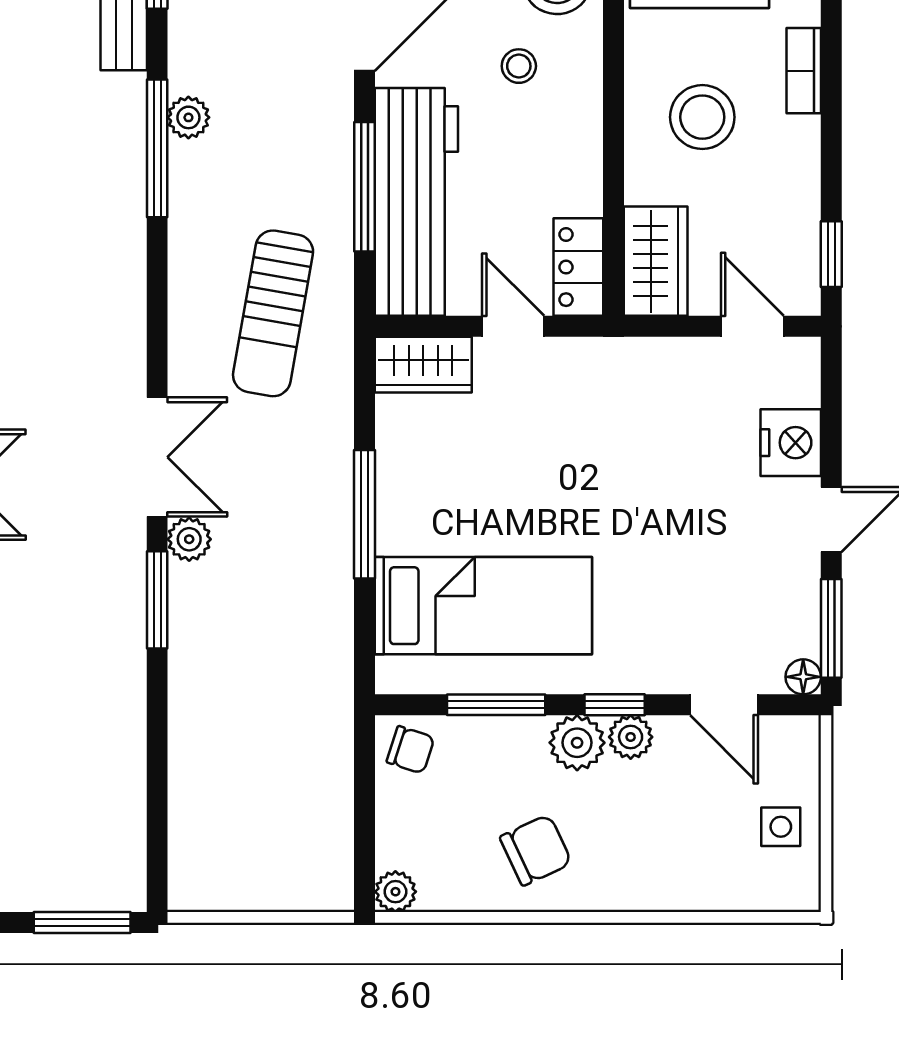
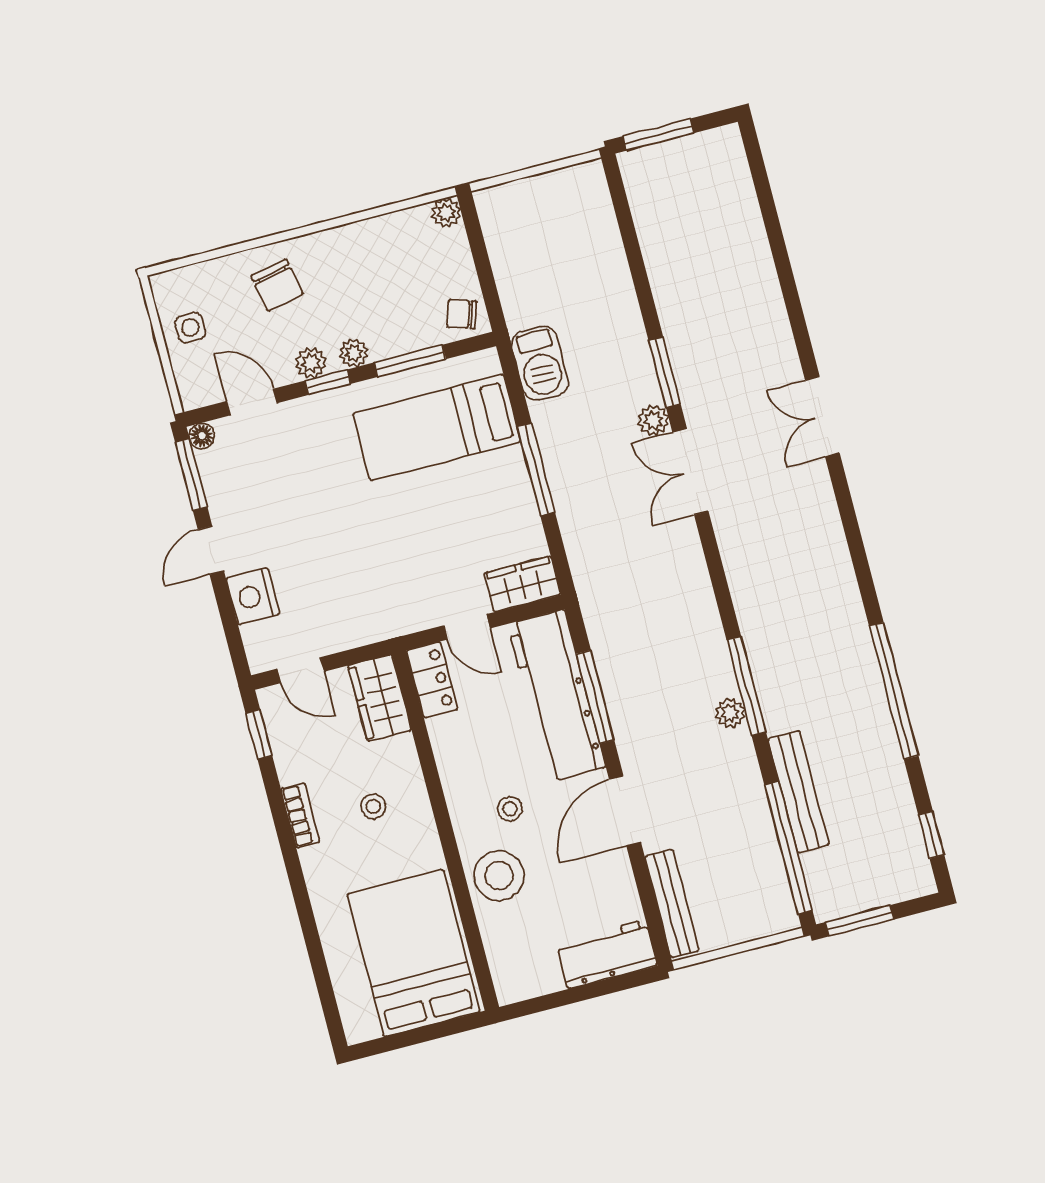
bookcase: (804, 71) -> (300, 815), moved
stool: (702, 117) -> (373, 806), width x0.53, depth x0.53
sun lounger: (273, 313) -> (636, 592), removed
barbecue: (322, 656) -> (540, 363), added
plant: (577, 743) -> (354, 353), width x0.73, depth x0.73
chair: (536, 850) -> (277, 285), moved, turned -76

